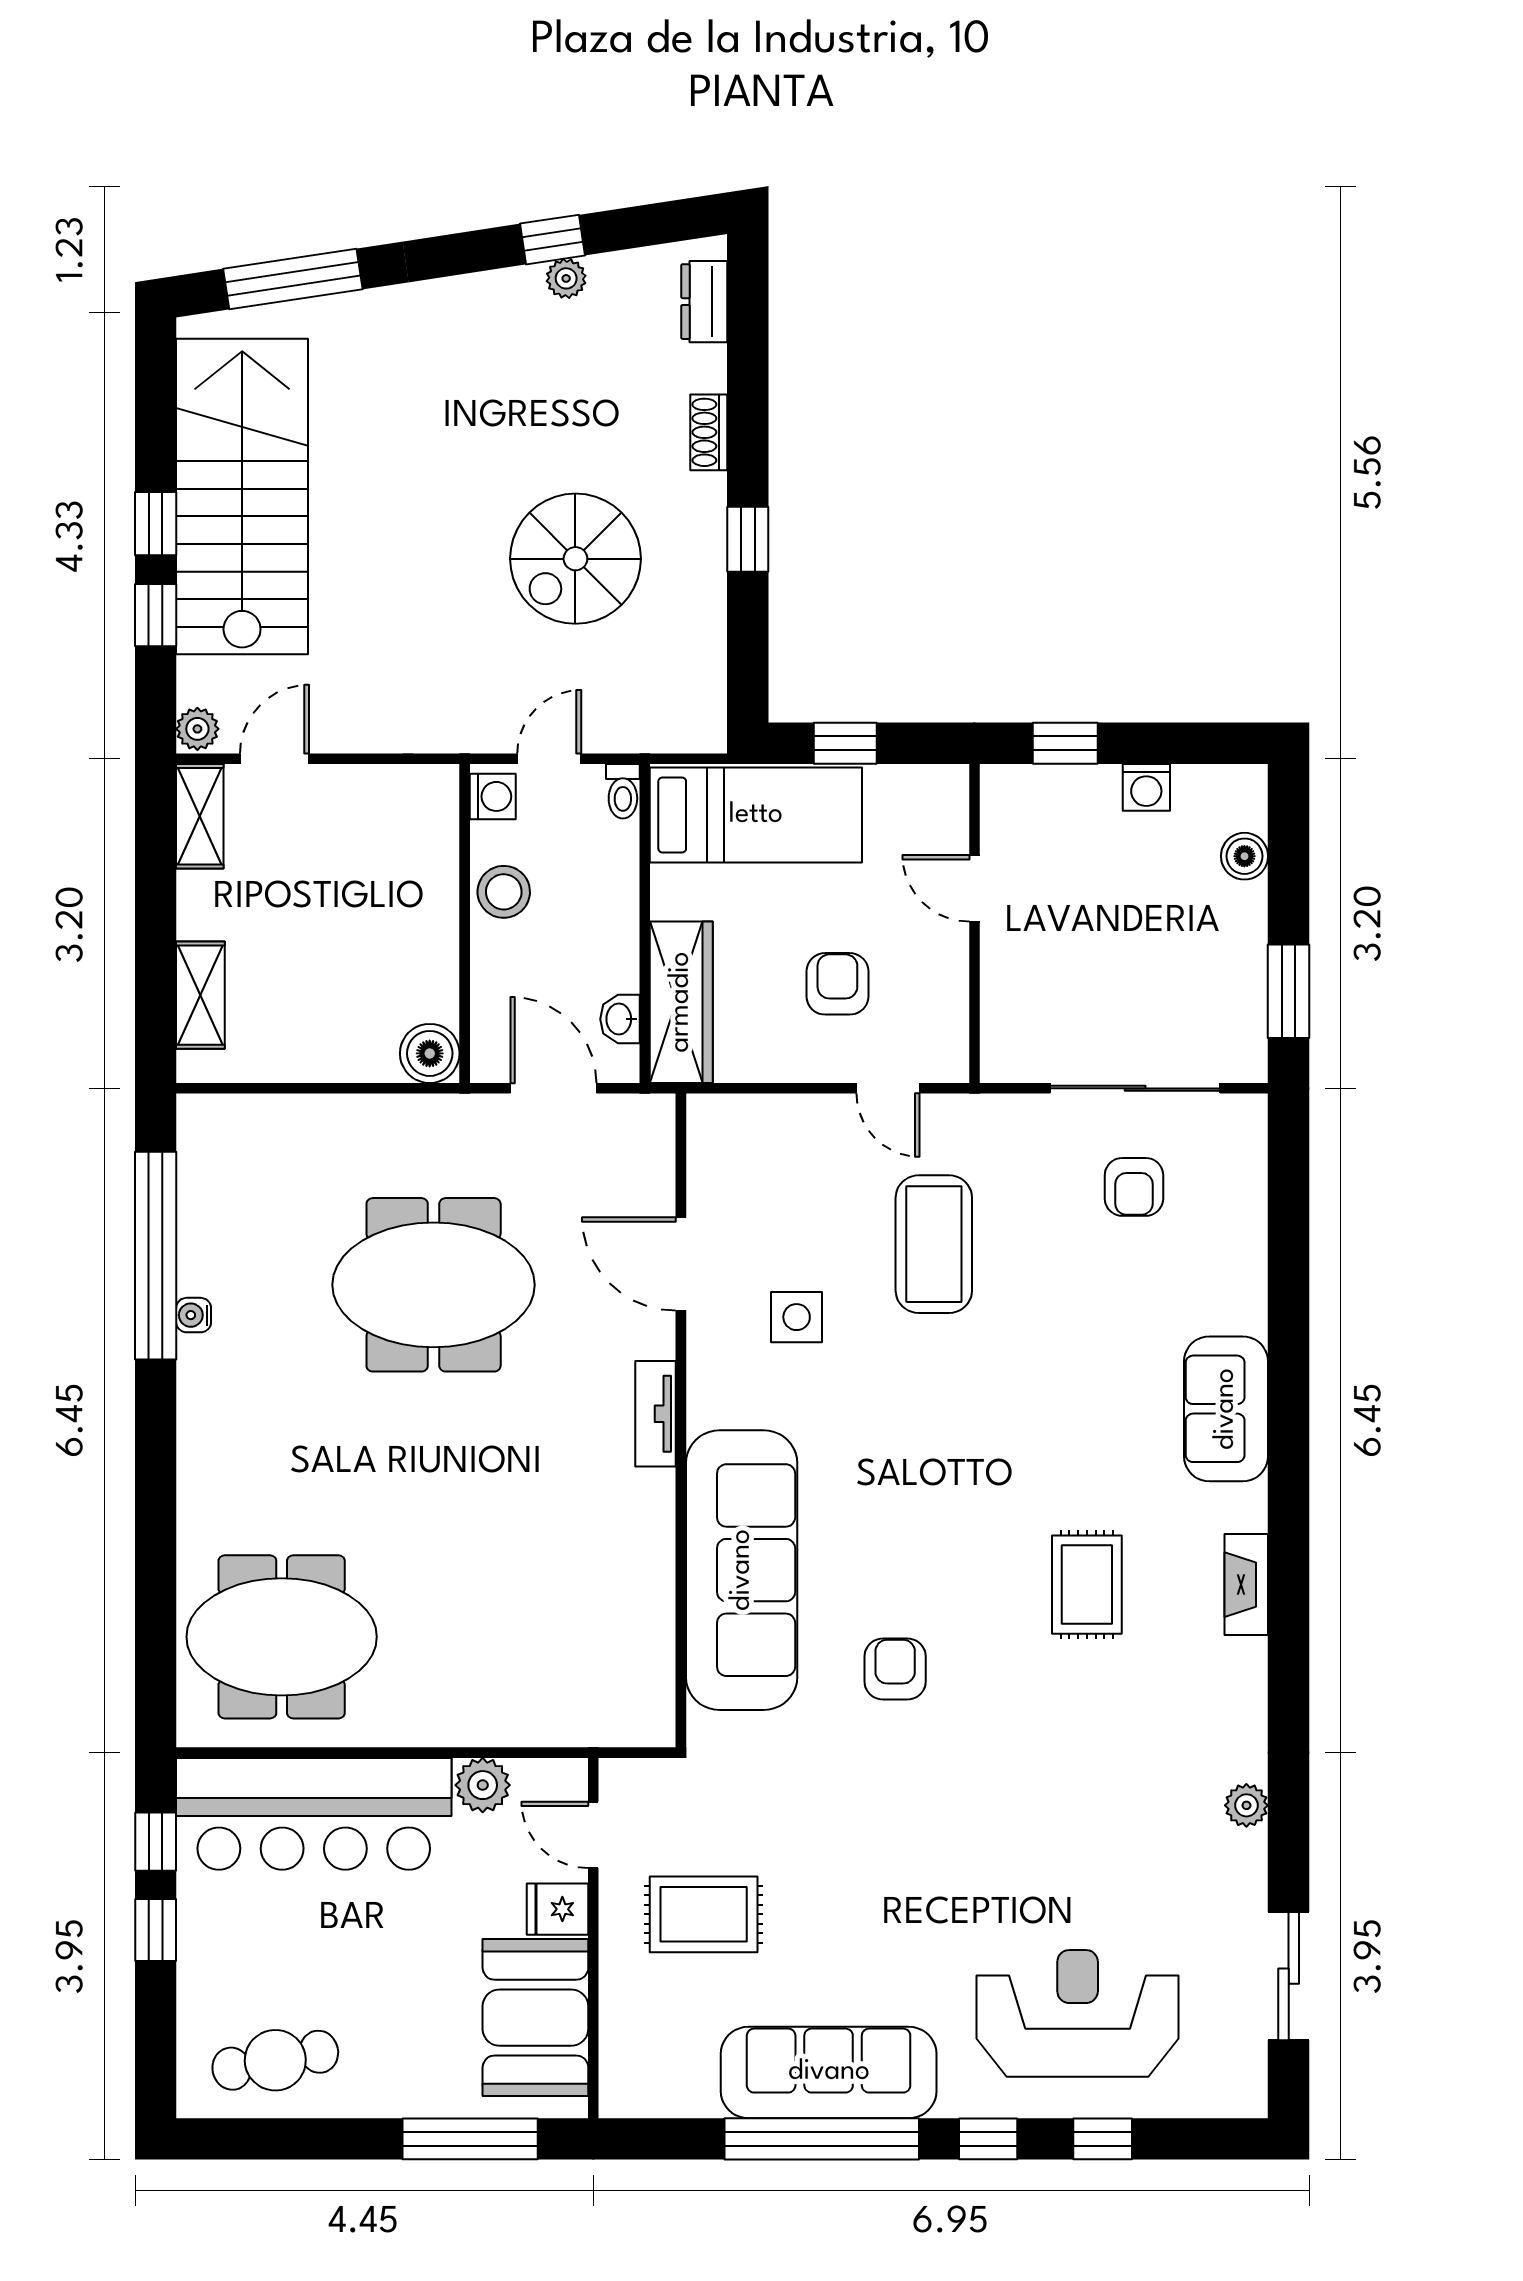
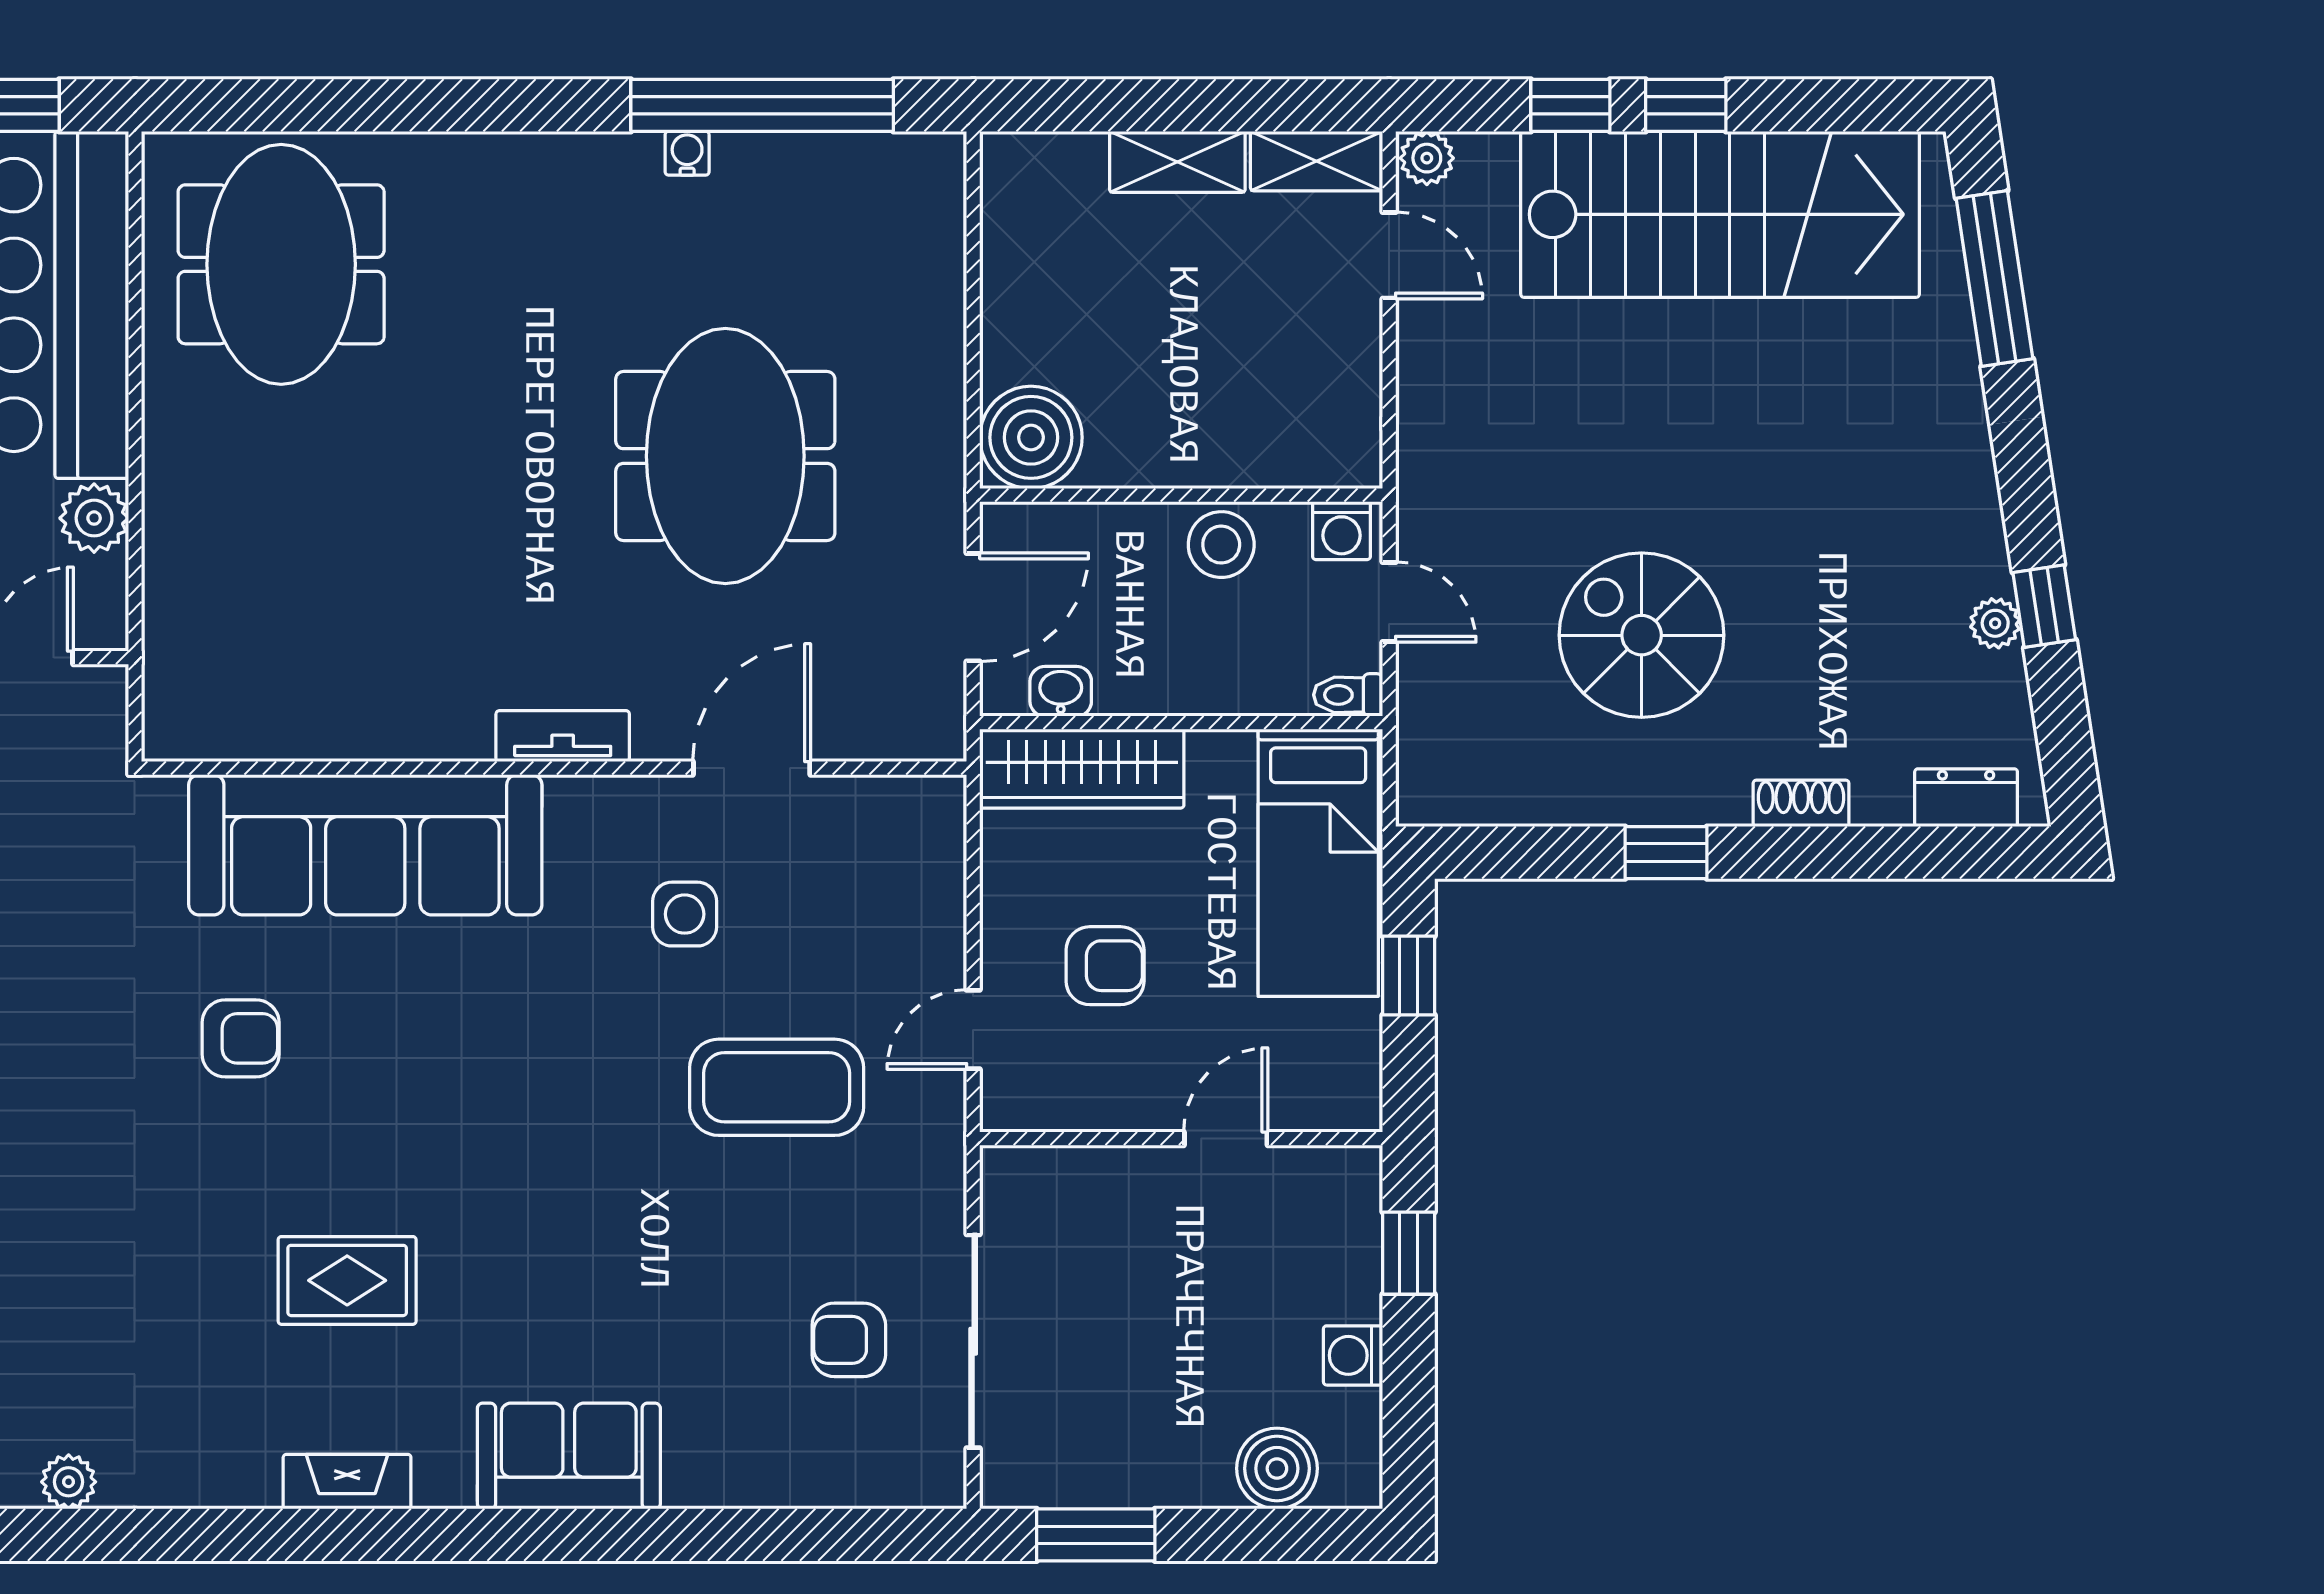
boiler: (1244, 856) -> (1277, 1468), width x1.36, depth x1.36
shelving: (200, 995) -> (1177, 162), moved
boiler: (430, 1053) -> (1031, 437), width x1.37, depth x1.37

